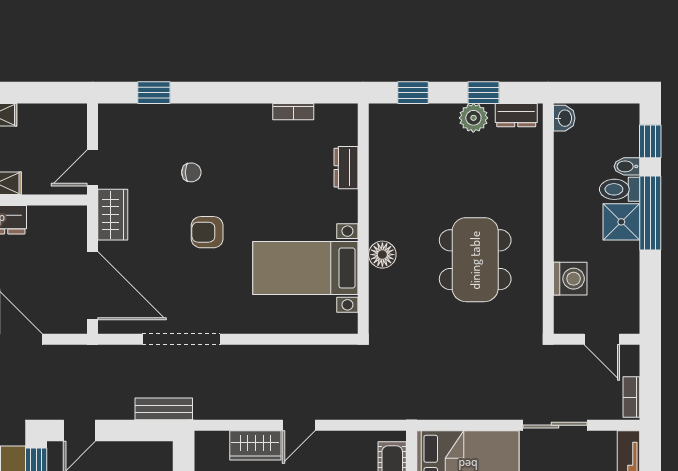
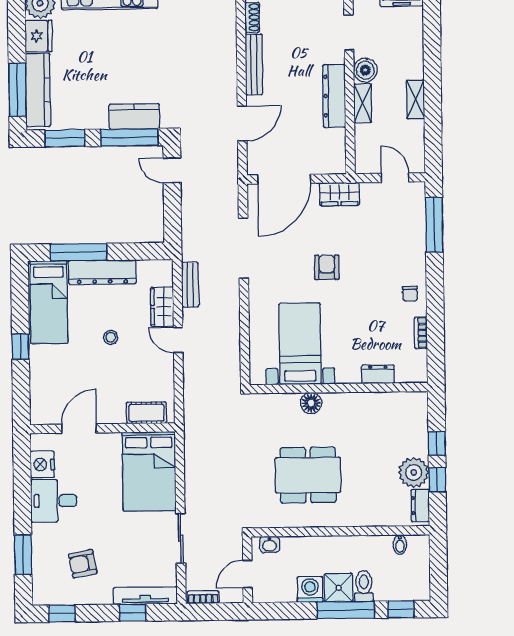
window: (154, 93) -> (434, 225), width x2.17
window: (413, 93) -> (437, 443), moved
plant: (473, 118) -> (414, 472), width x1.36, depth x1.36
washbasin: (564, 118) -> (270, 544), moved
bidet: (627, 166) -> (400, 545), moved, turned 180
door: (93, 168) -> (395, 178), moved
chair: (191, 172) -> (410, 294), moved
washing machine: (570, 279) -> (310, 589), moved, turned 180
bench: (164, 409) -> (190, 285), moved

